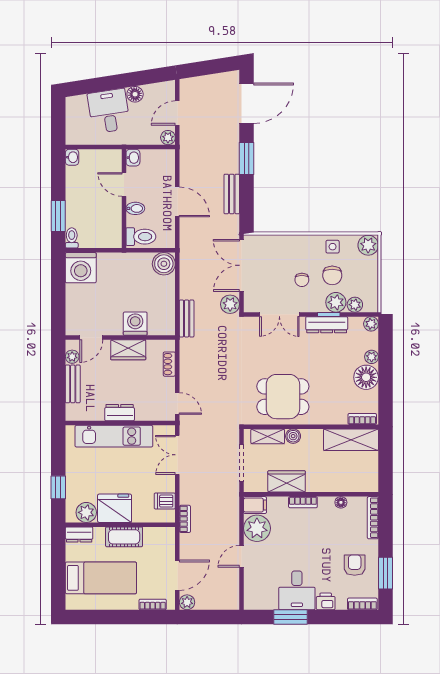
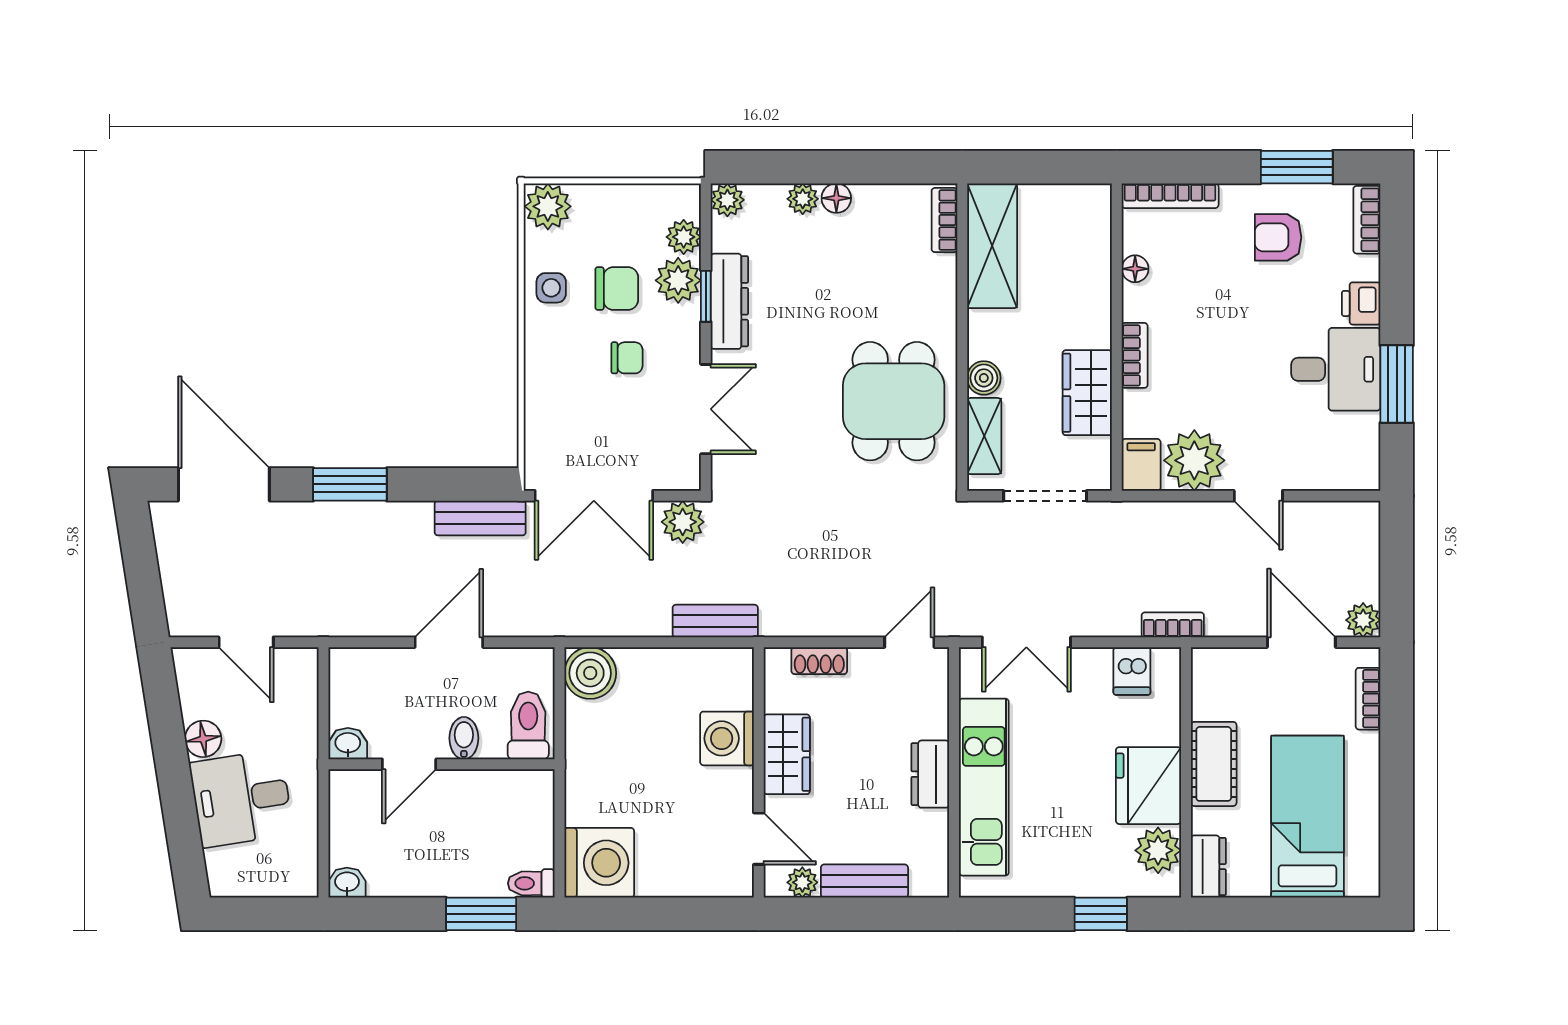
plant: (168, 138) -> (302, 664), removed
bench: (232, 194) -> (480, 518), moved
floor lamp: (366, 377) -> (836, 198), width x0.53, depth x0.53

